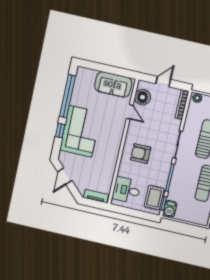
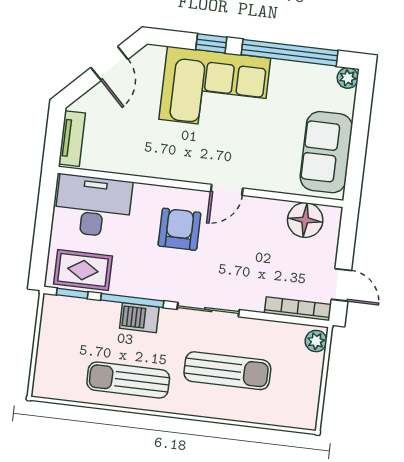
plant: (81, 71) -> (348, 78), added
door: (163, 82) -> (341, 285), moved
door: (130, 112) -> (227, 190), moved
door: (65, 176) -> (109, 63), swing flipped
desk: (126, 190) -> (93, 206), width x1.37
barbecue: (170, 209) -> (139, 318), moved

